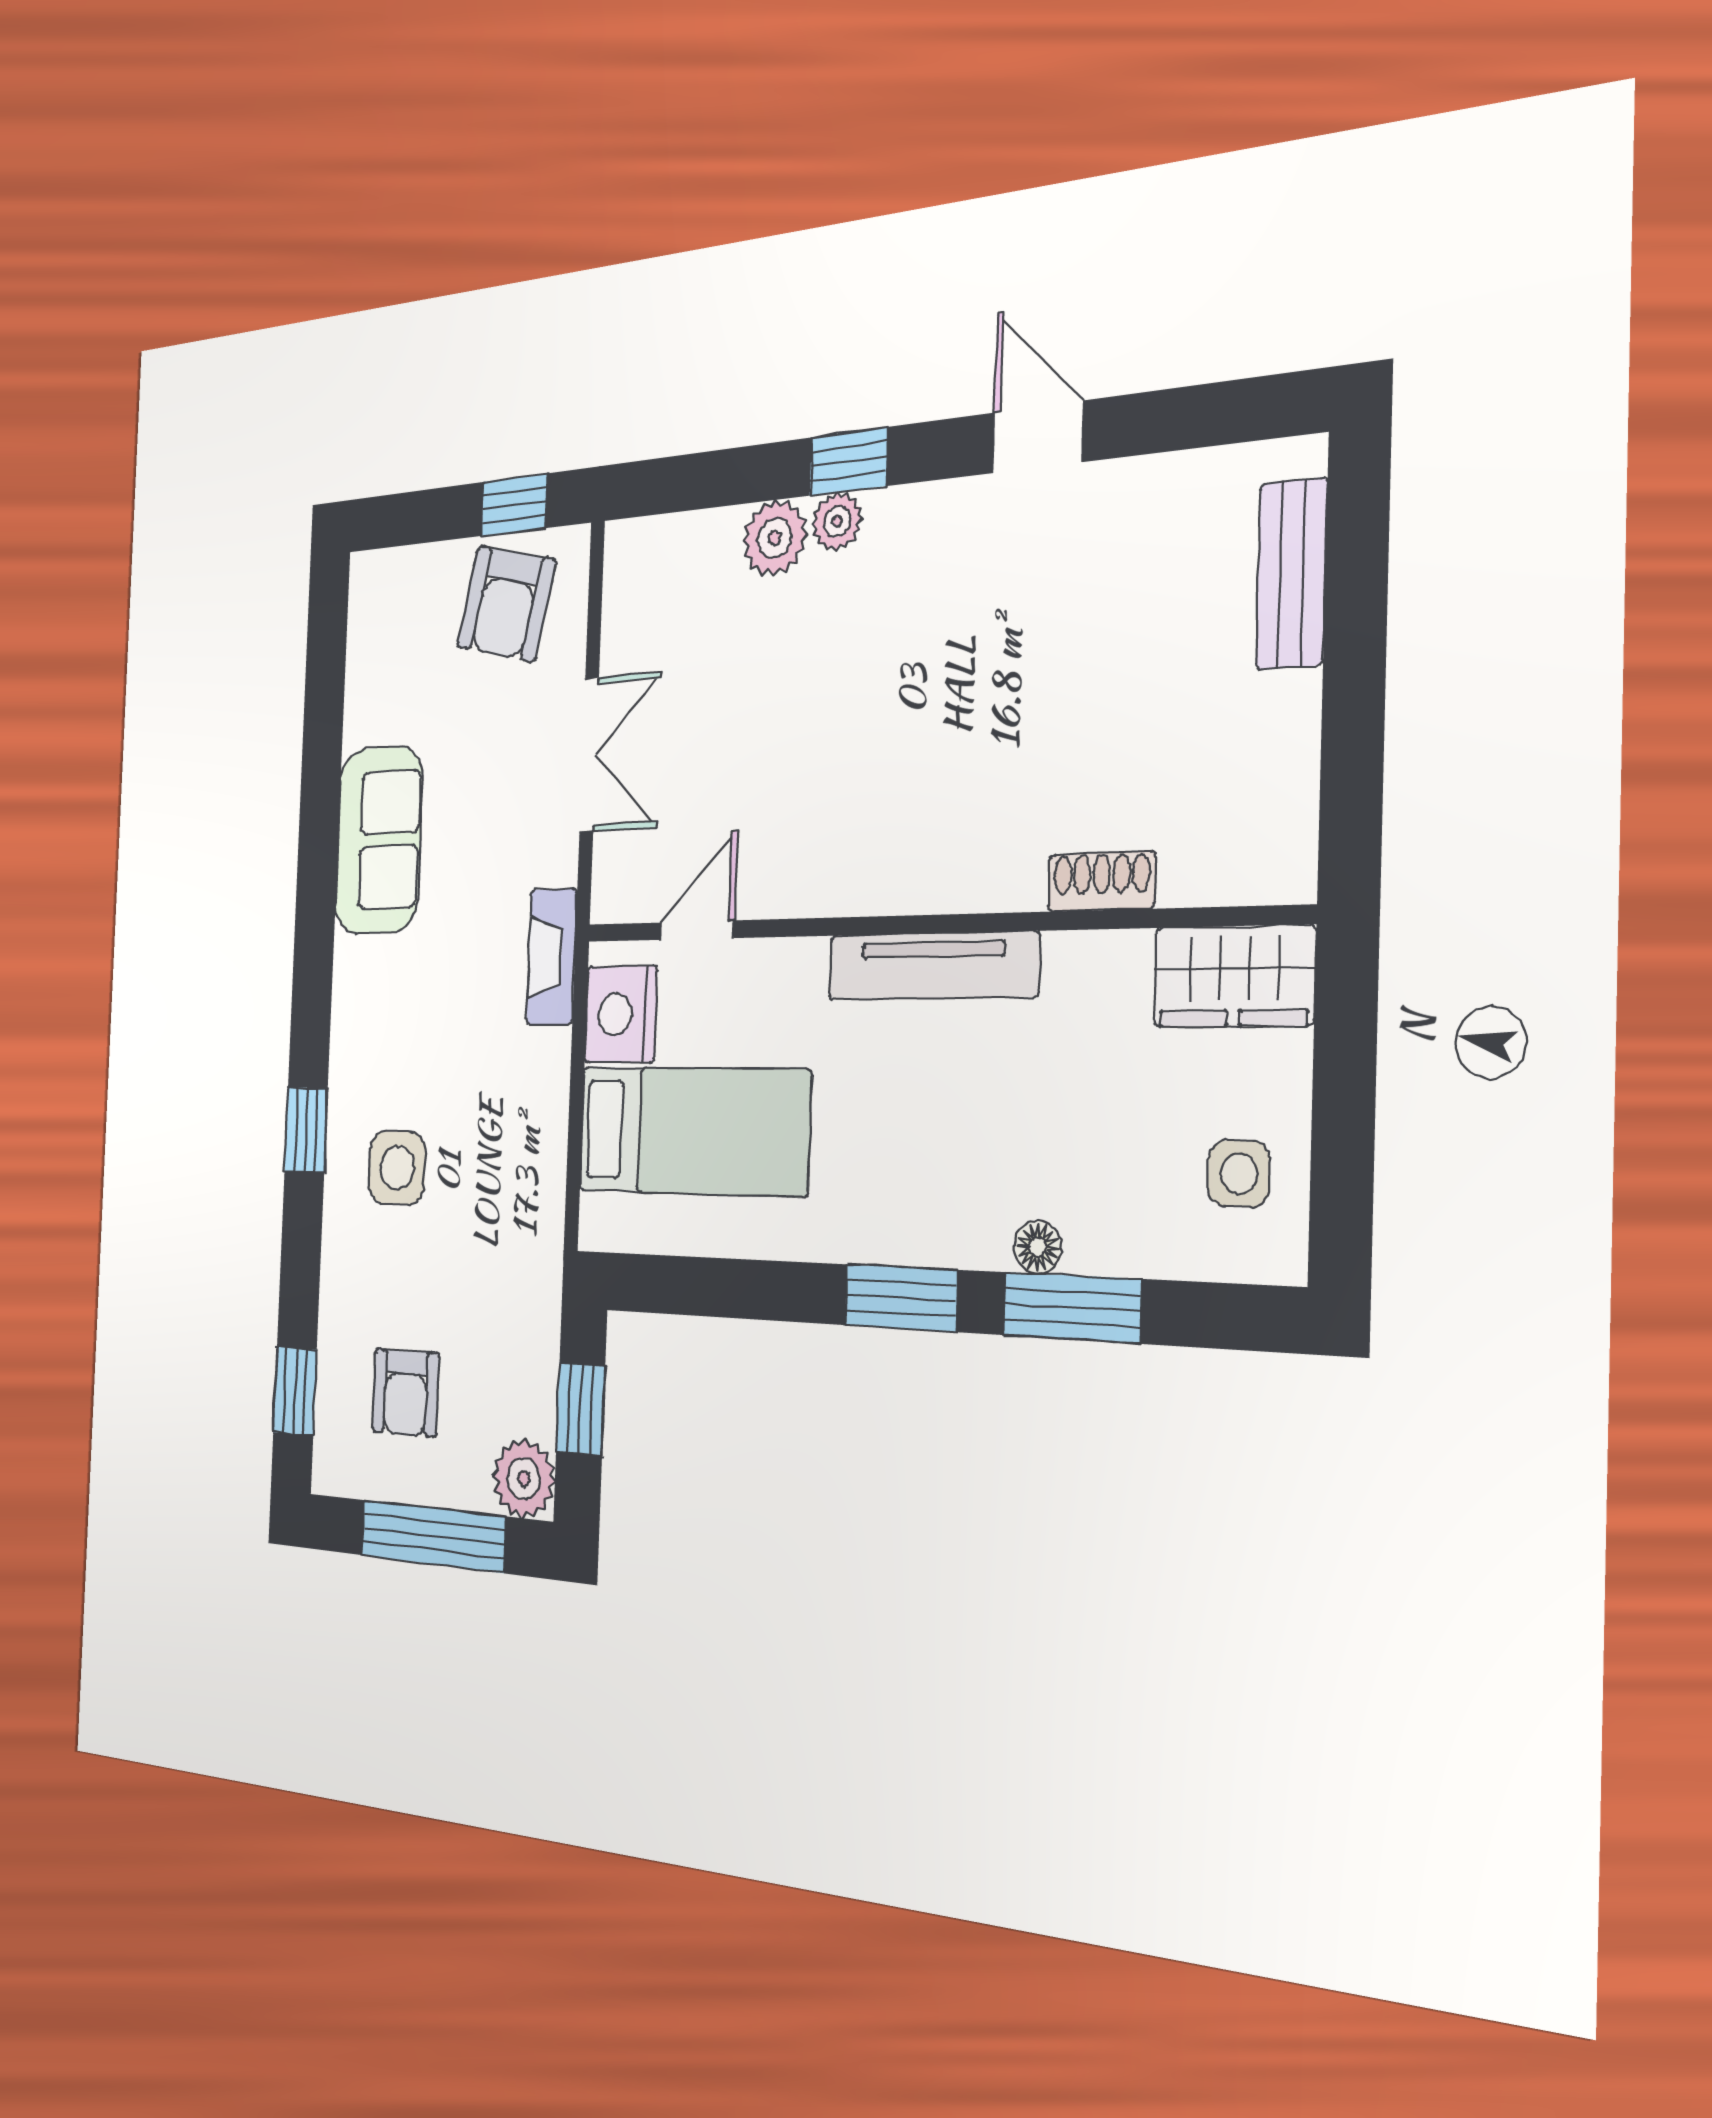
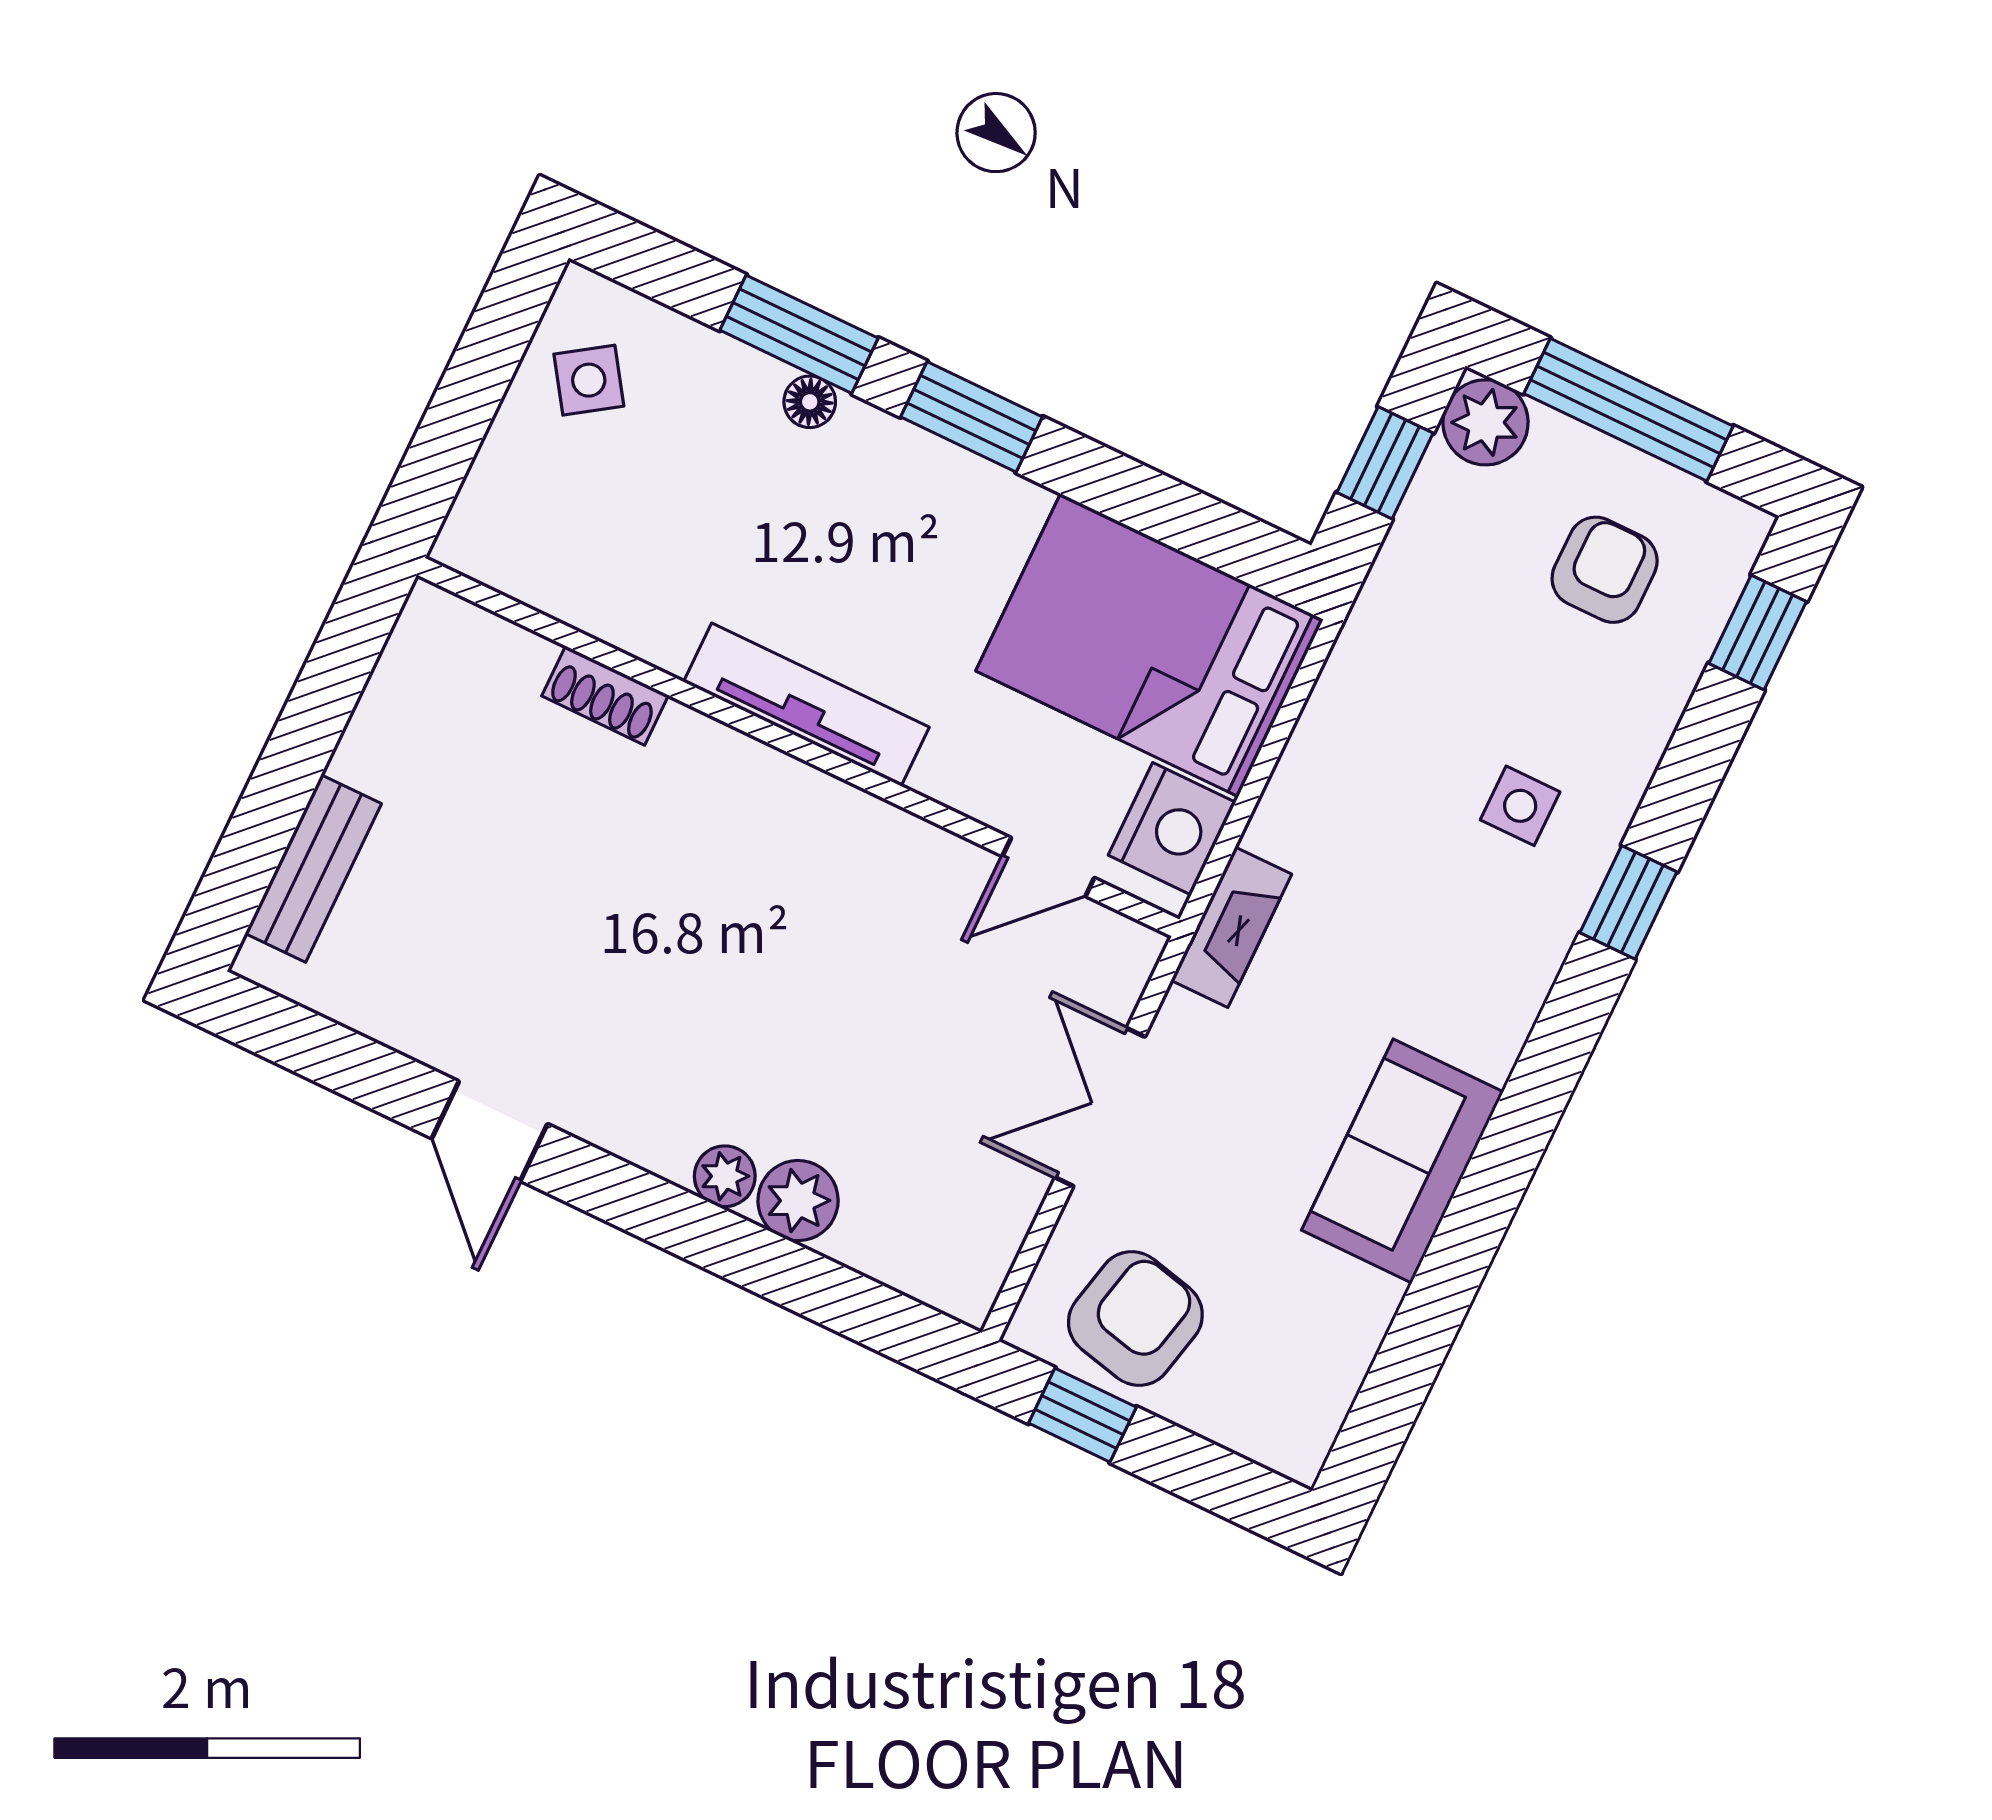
window: (849, 462) -> (688, 1226), removed
wardrobe: (1234, 976) -> (518, 551), removed
bed: (693, 1131) -> (1150, 645), width x1.50
side table: (397, 1168) -> (1520, 806), width x0.73, depth x0.73
side table: (1239, 1174) -> (589, 380), turned -34

